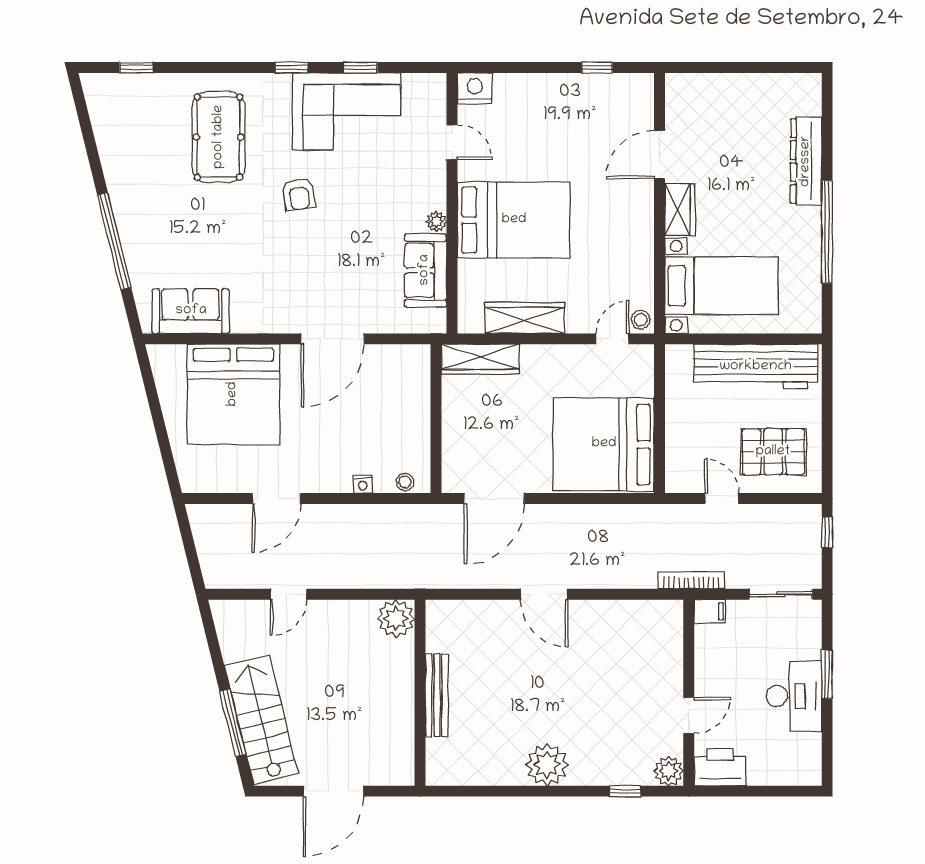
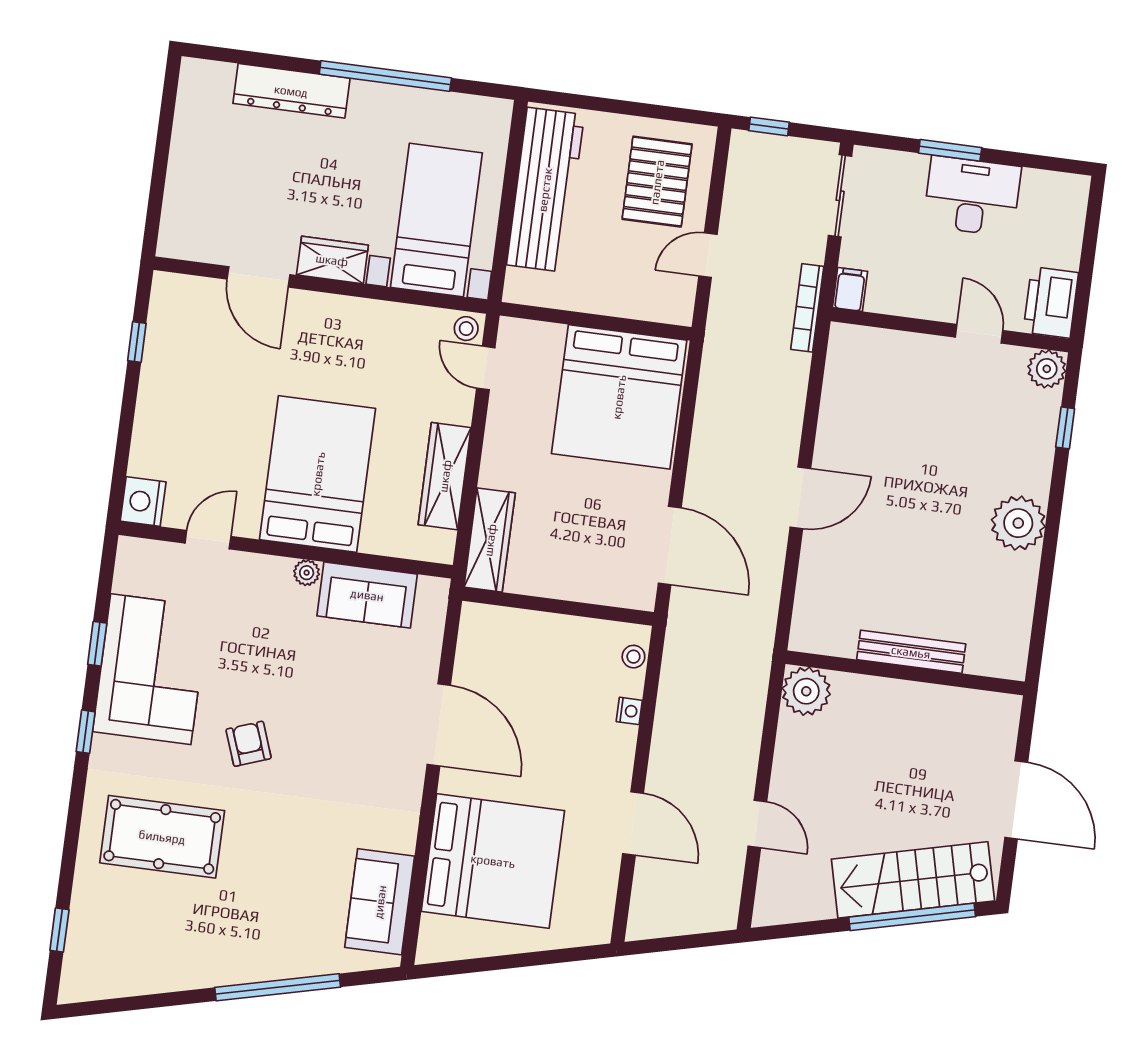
armchair: (299, 194) -> (249, 744), turned -101
window: (233, 723) -> (912, 917), width x1.46

